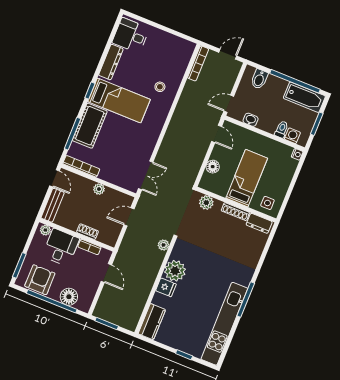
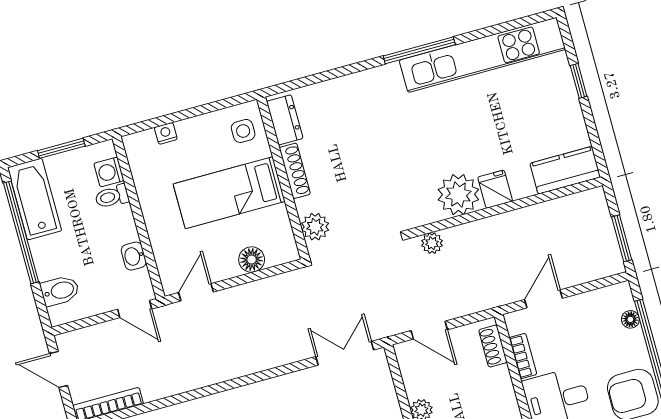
nightstand: (297, 154) -> (166, 133), moved
shoe rack: (87, 232) -> (493, 346), moved
floor lamp: (69, 297) -> (630, 319), width x0.53, depth x0.53

